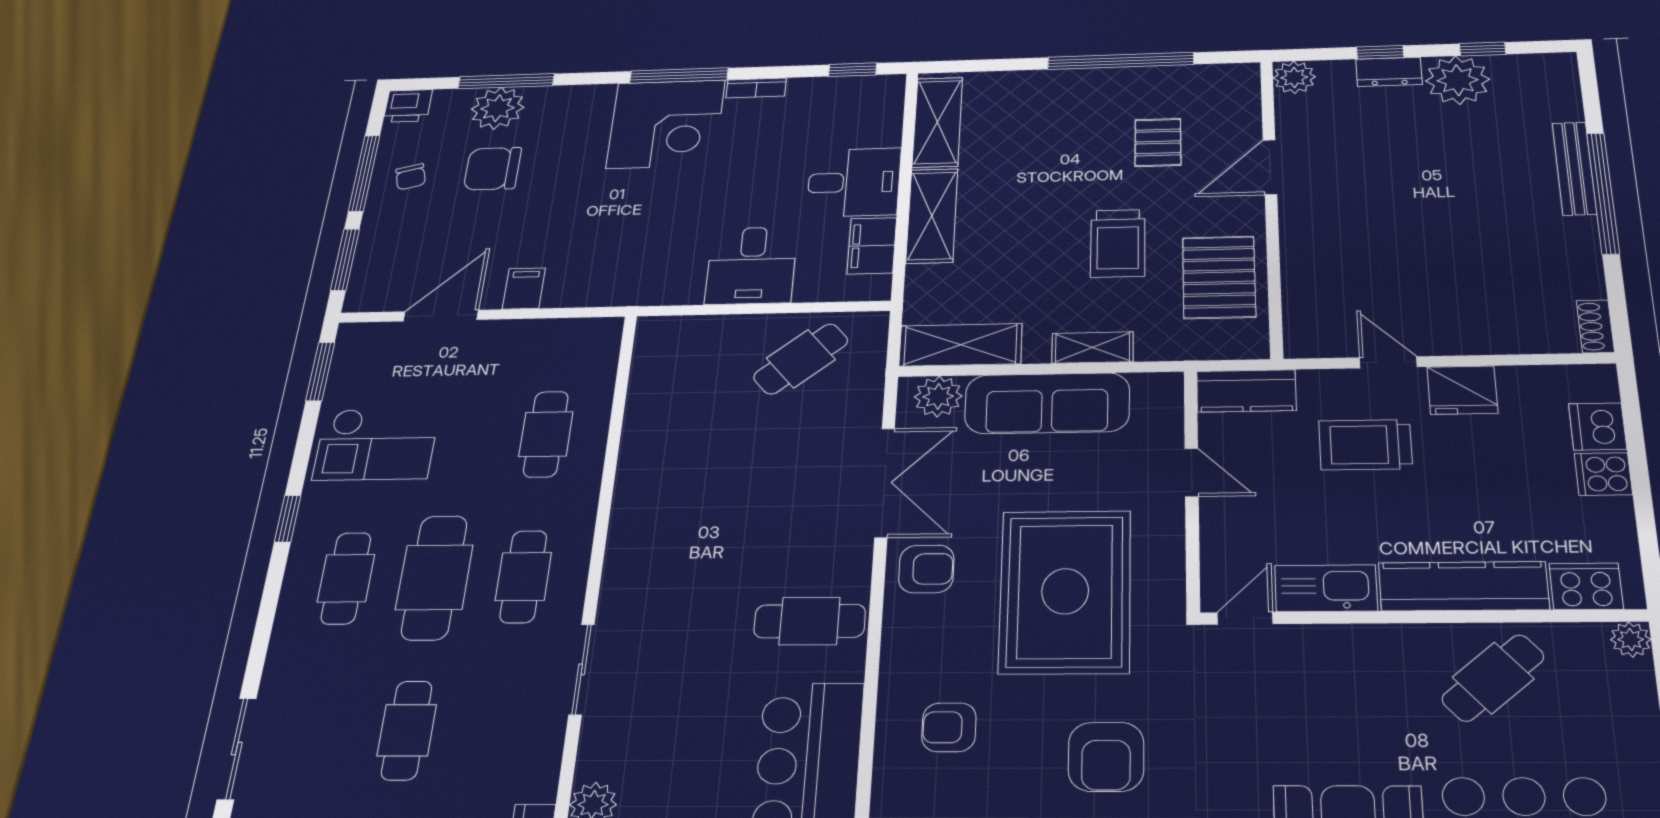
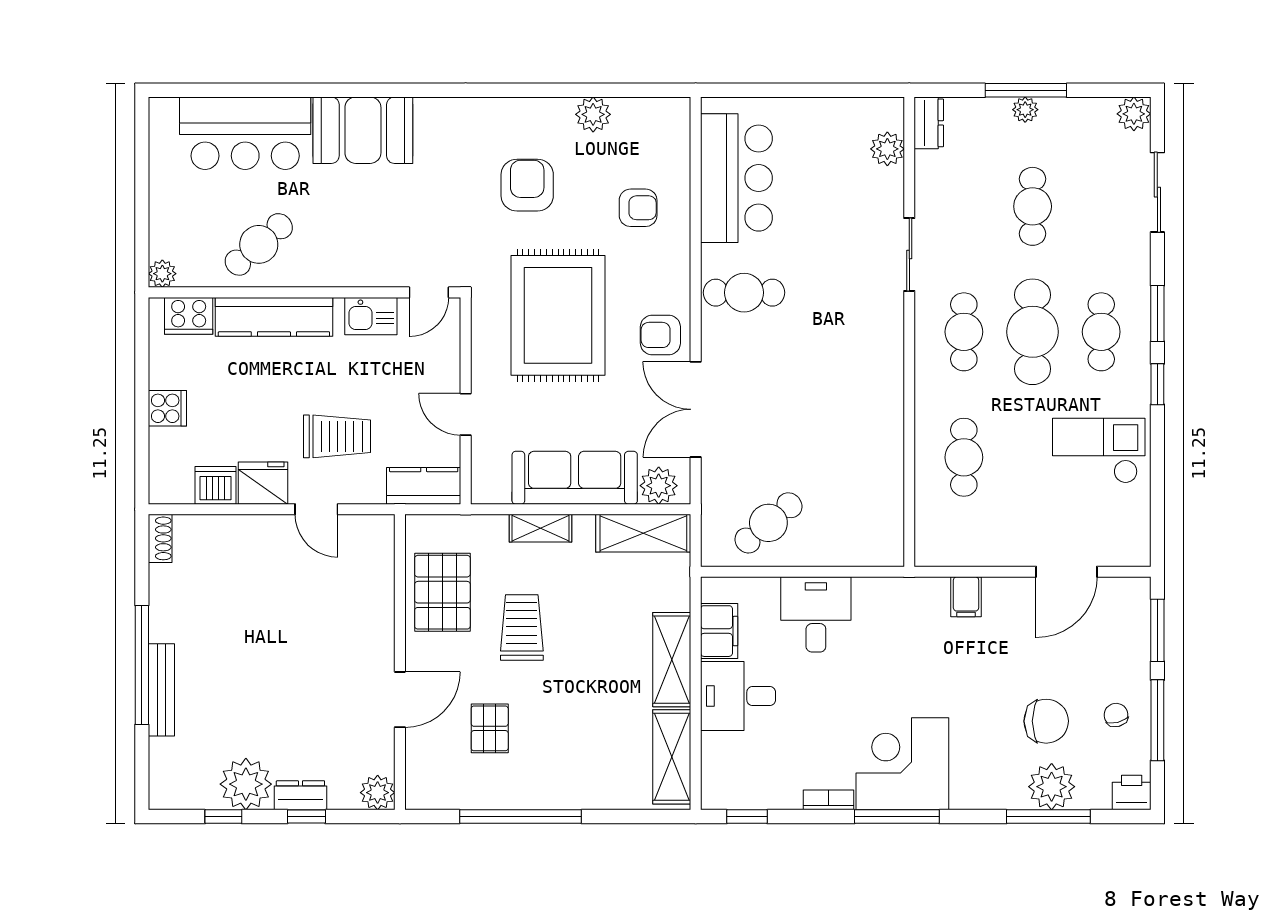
filing cabinet: (524, 288) -> (966, 597), moved
window: (320, 372) -> (1157, 314), moved
dishwasher: (1598, 426) -> (215, 485), moved, turned -90
kitchen sink: (1326, 588) -> (371, 316), width x0.73

